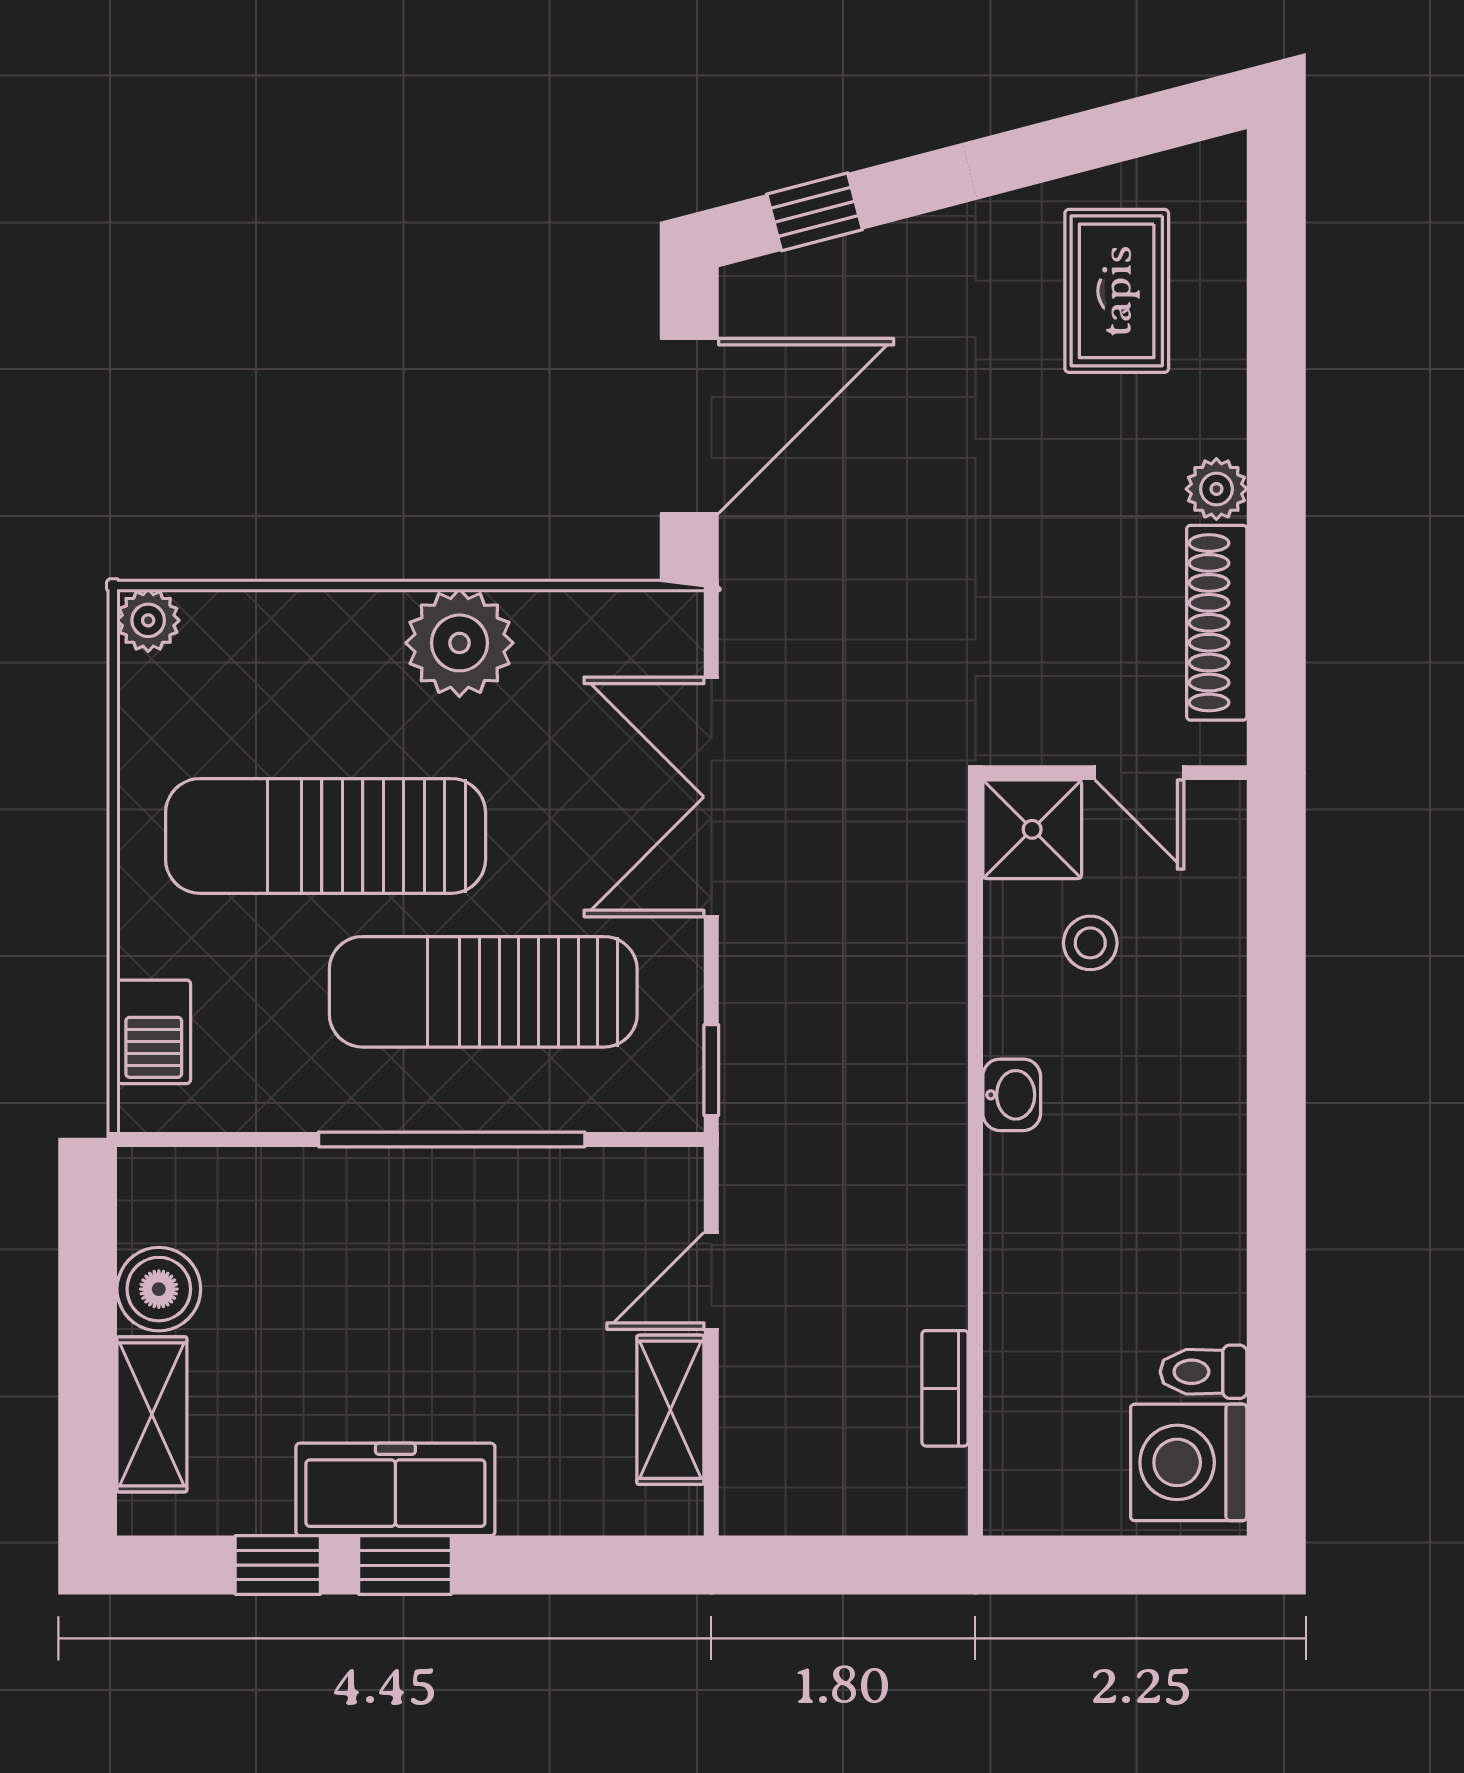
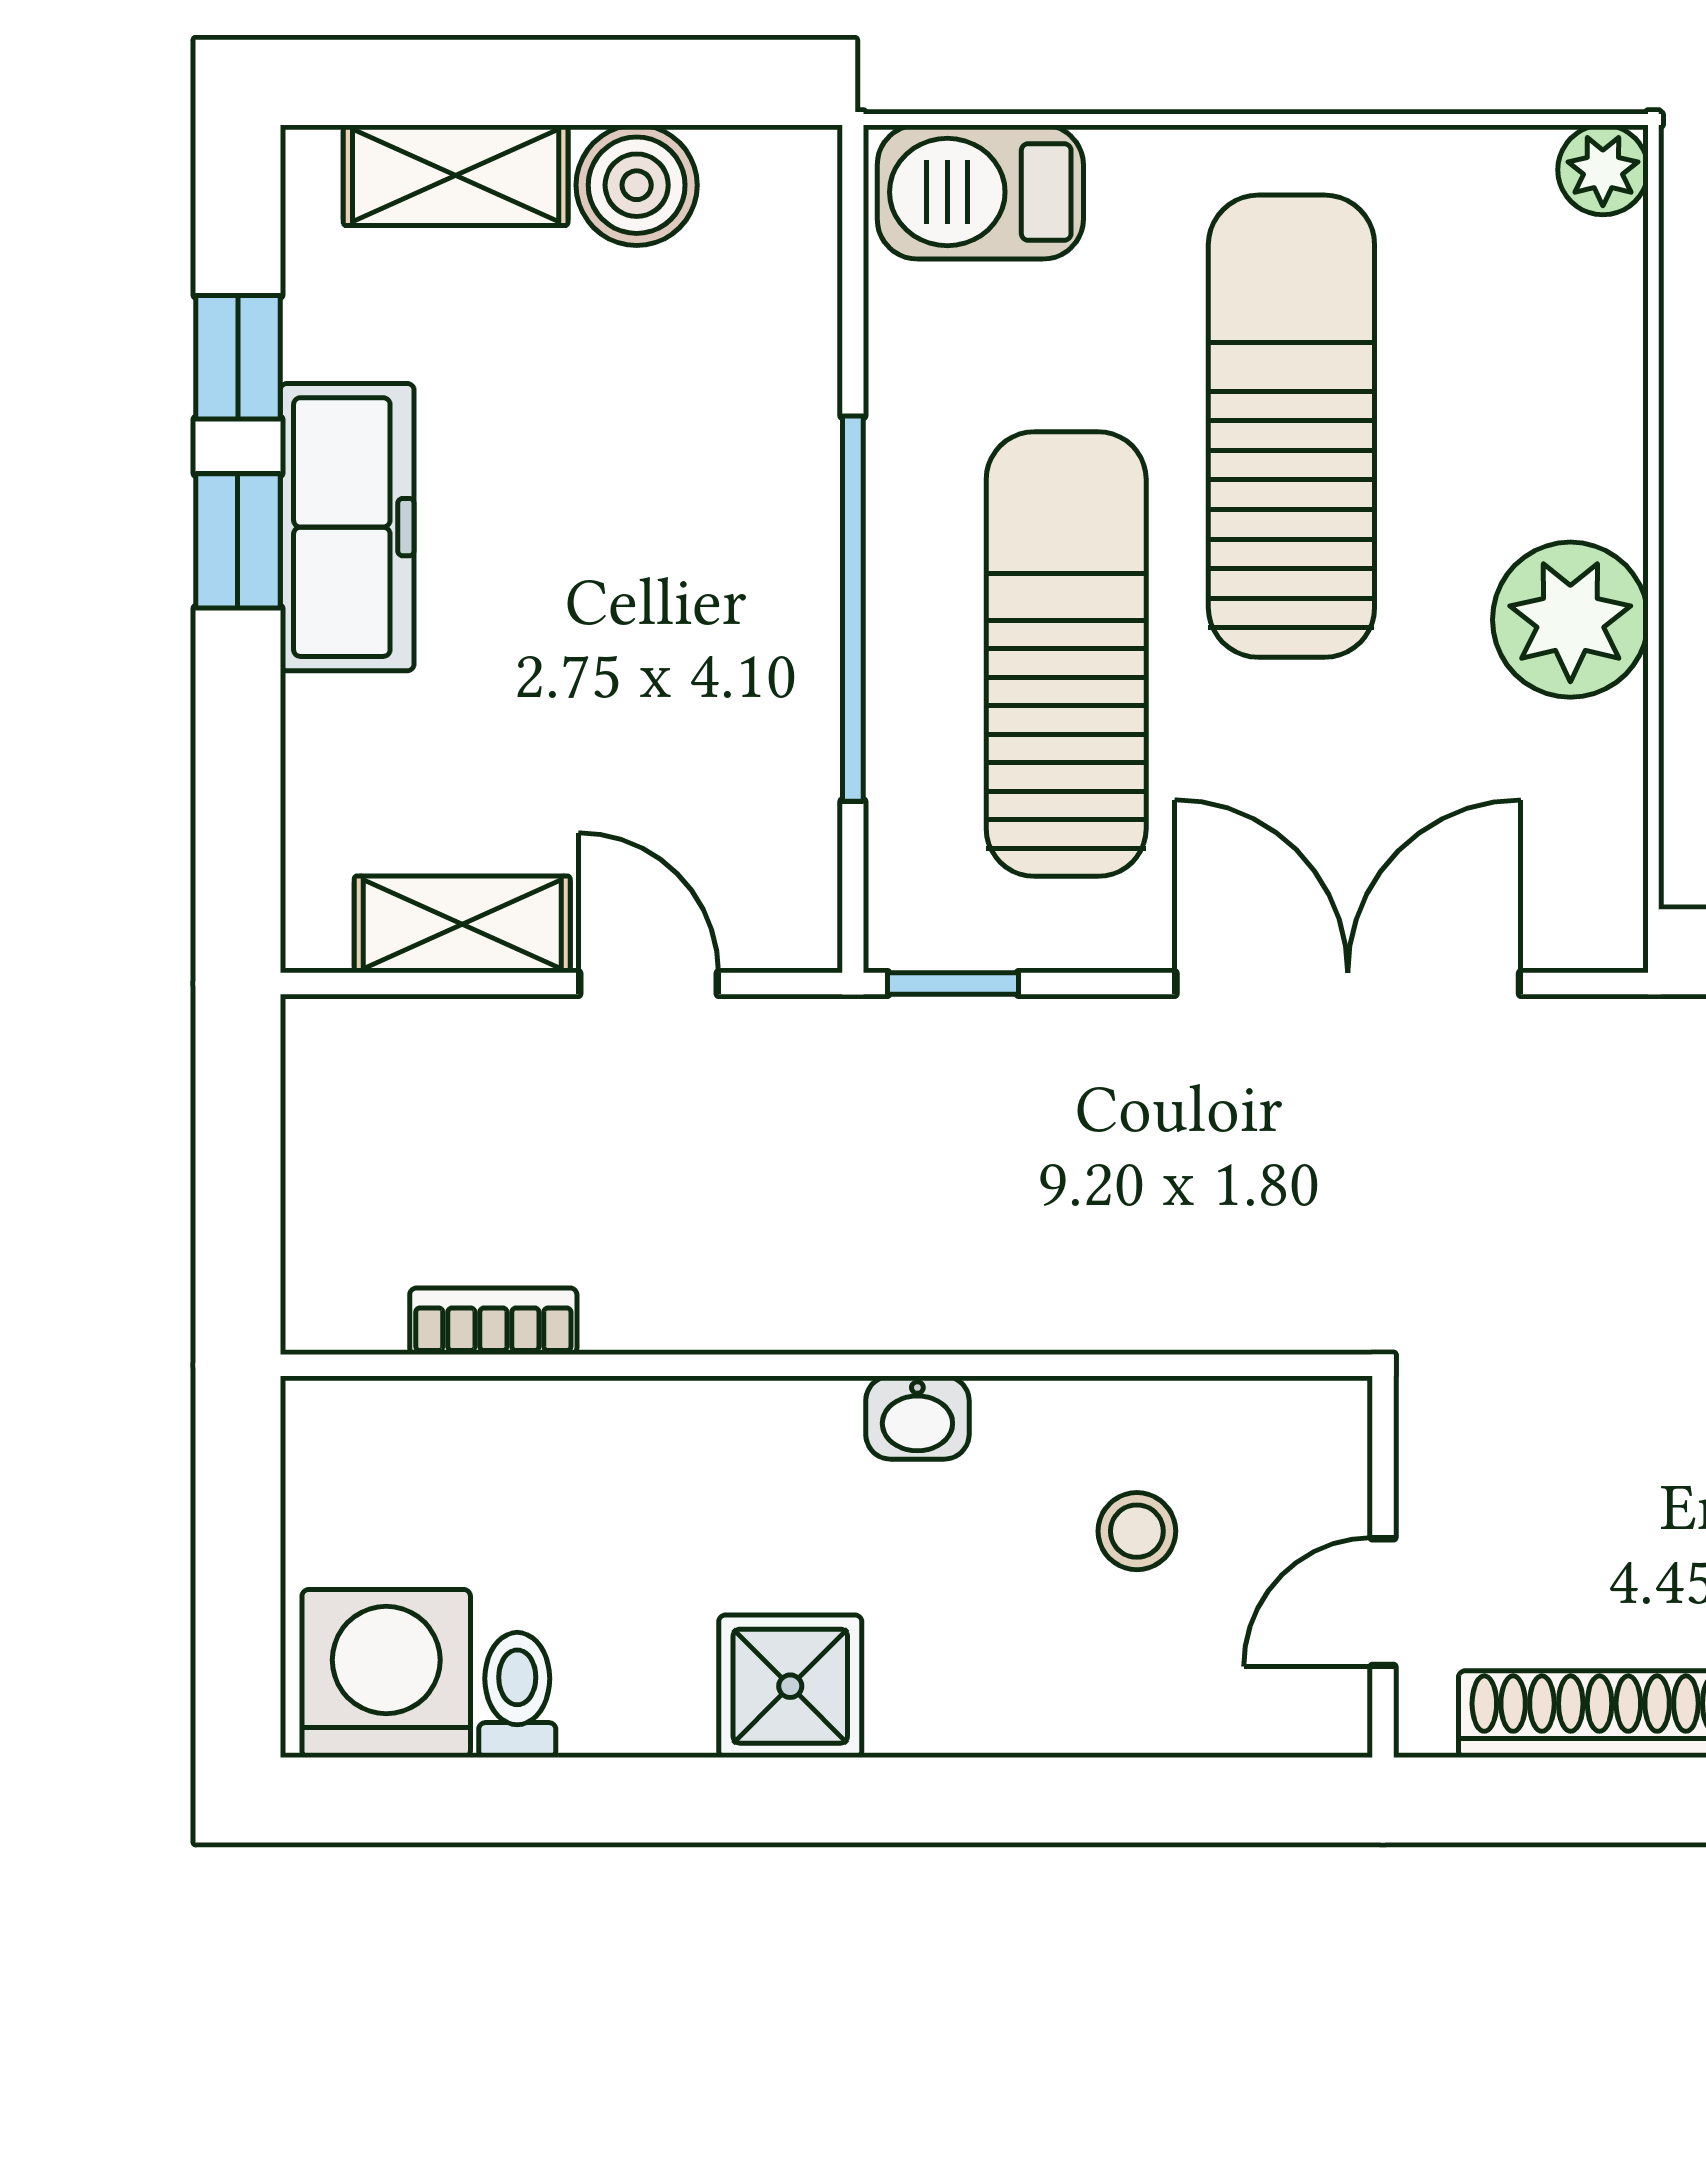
shower: (1032, 829) -> (790, 1686), moved
barbecue: (154, 1032) -> (980, 192), width x1.38, depth x1.27

